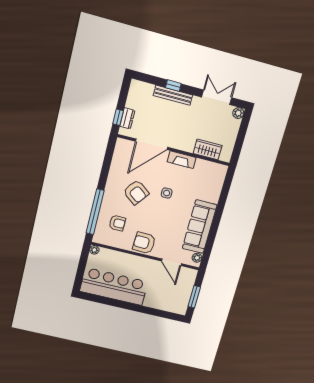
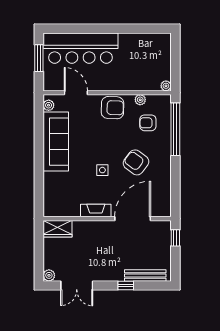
bench: (173, 95) -> (145, 276), moved
dresser: (127, 118) -> (165, 239), removed
wardrobe: (208, 149) -> (57, 229), moved
plant: (119, 244) -> (140, 100), added
bar counter: (114, 286) -> (81, 48), moved

